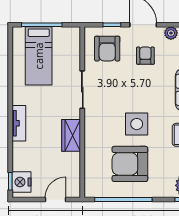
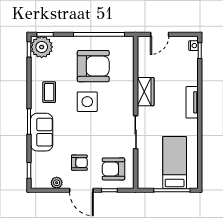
armchair: (107, 49) -> (113, 169), turned -90
armchair: (145, 56) -> (79, 163), turned -90
nightstand: (21, 182) -> (194, 46), width x0.53, depth x0.56

